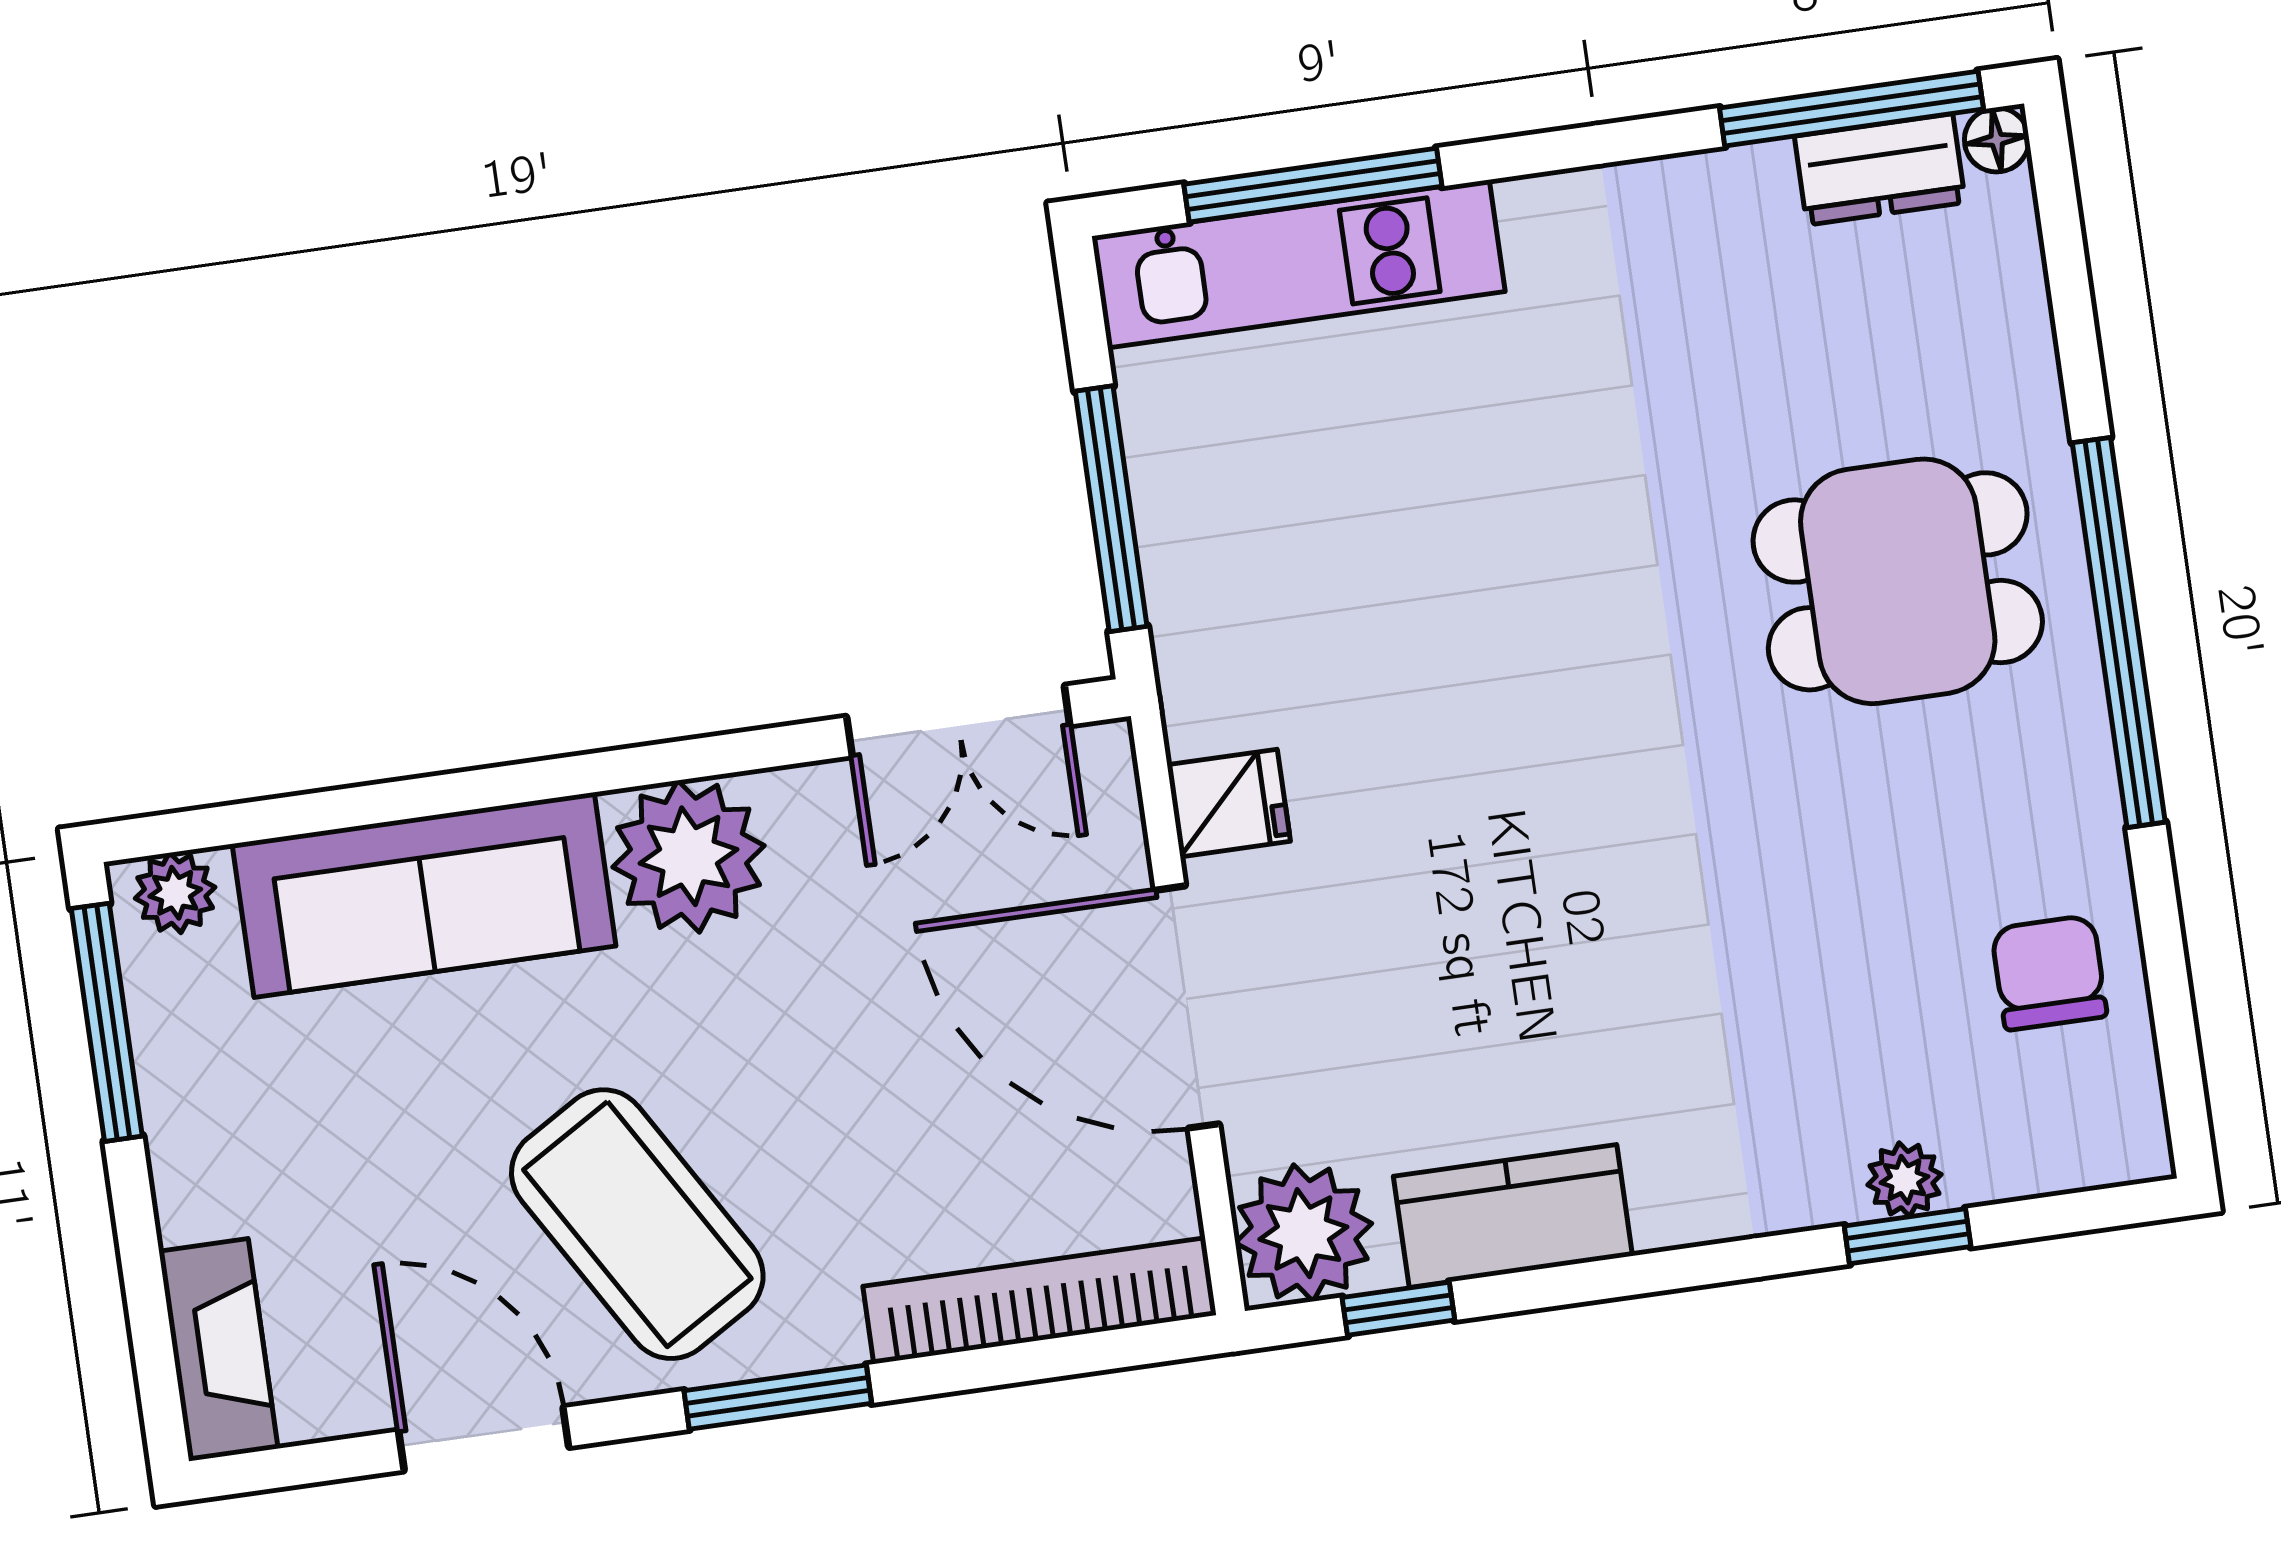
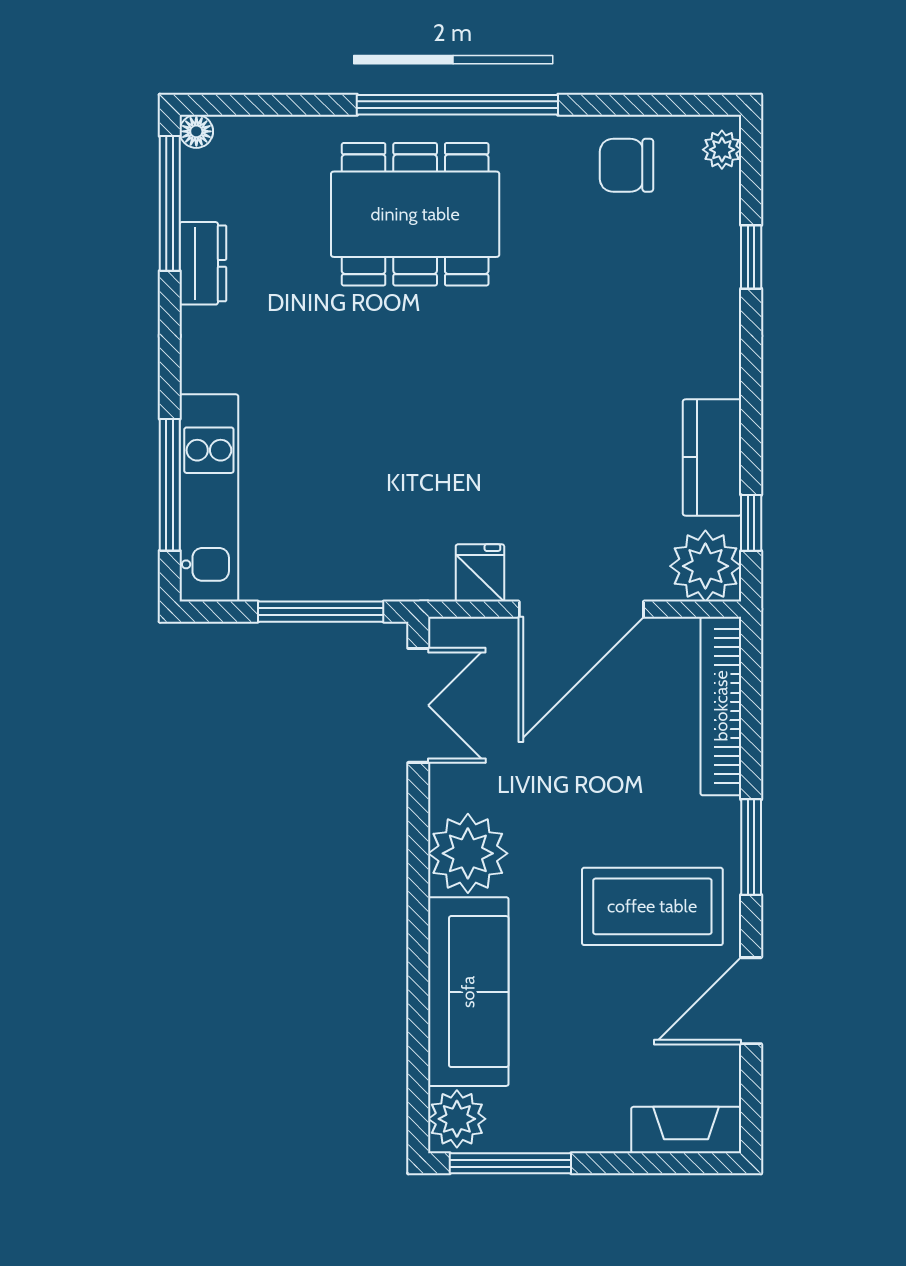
dresser: (1880, 169) -> (203, 263), moved
dining table: (1898, 581) -> (415, 214), width x1.38
plant: (175, 893) -> (457, 1119), width x1.38, depth x1.38
plant: (1904, 1180) -> (722, 150), moved
coffee table: (637, 1224) -> (652, 906), turned 31

